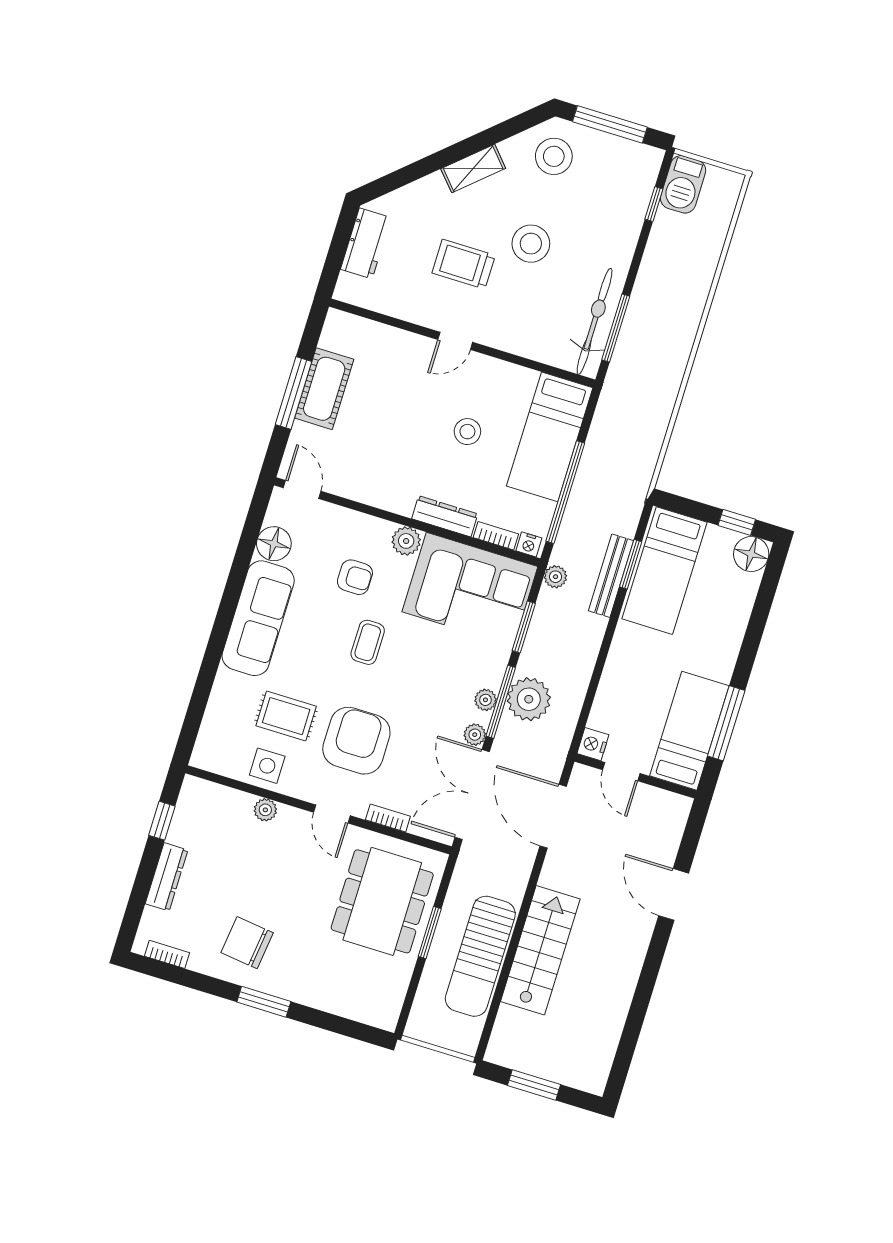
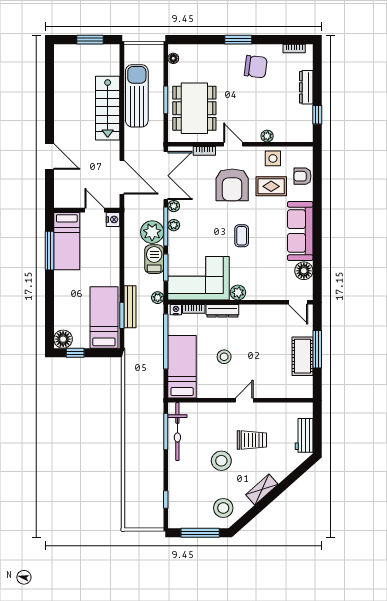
barbecue: (683, 184) -> (154, 259), moved
armchair: (355, 577) -> (302, 176), moved
floor lamp: (393, 1004) -> (173, 58), added

